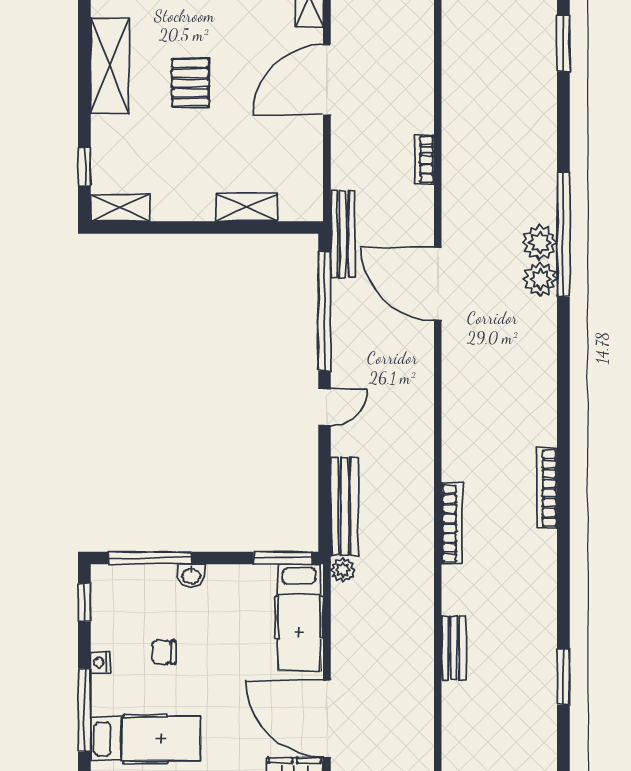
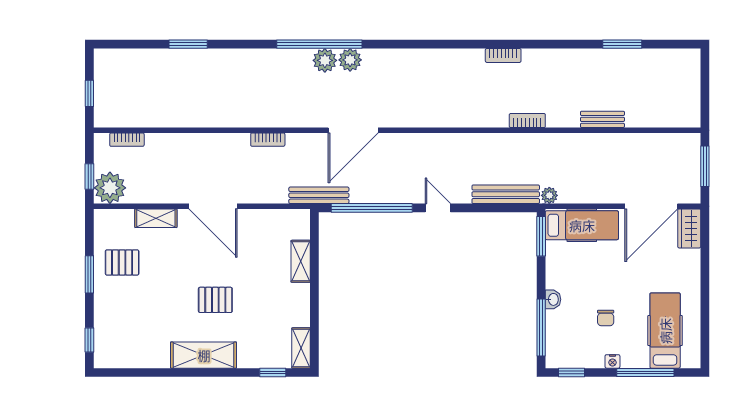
bookcase: (547, 488) -> (503, 55), width x0.64
bookcase: (452, 523) -> (527, 121), width x0.64

